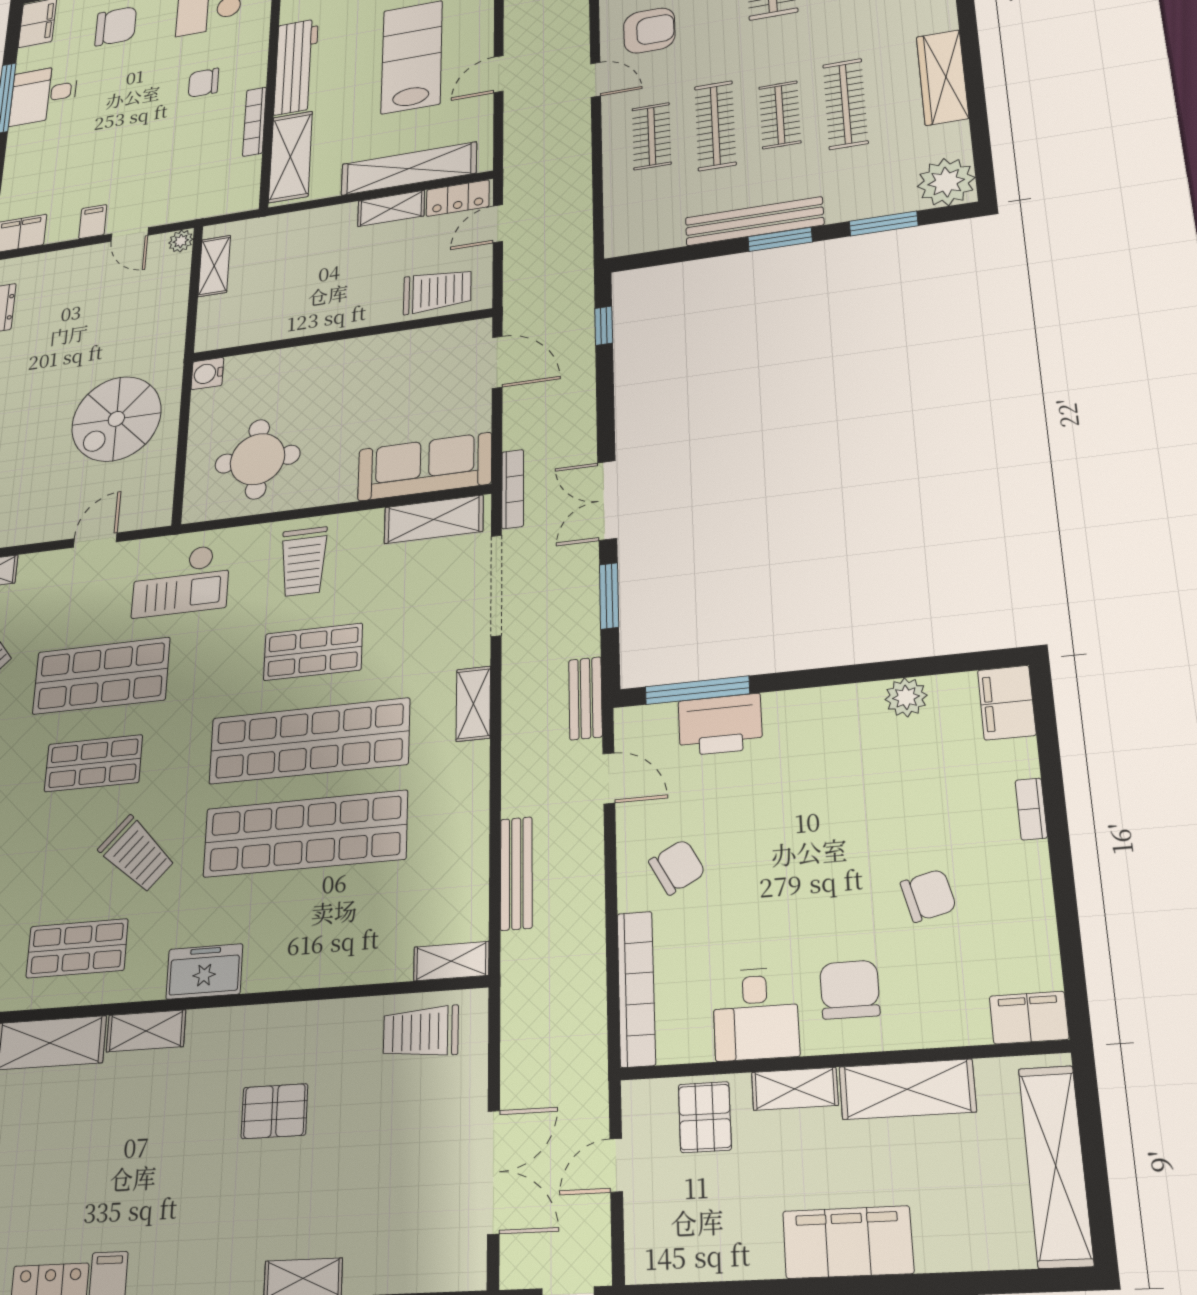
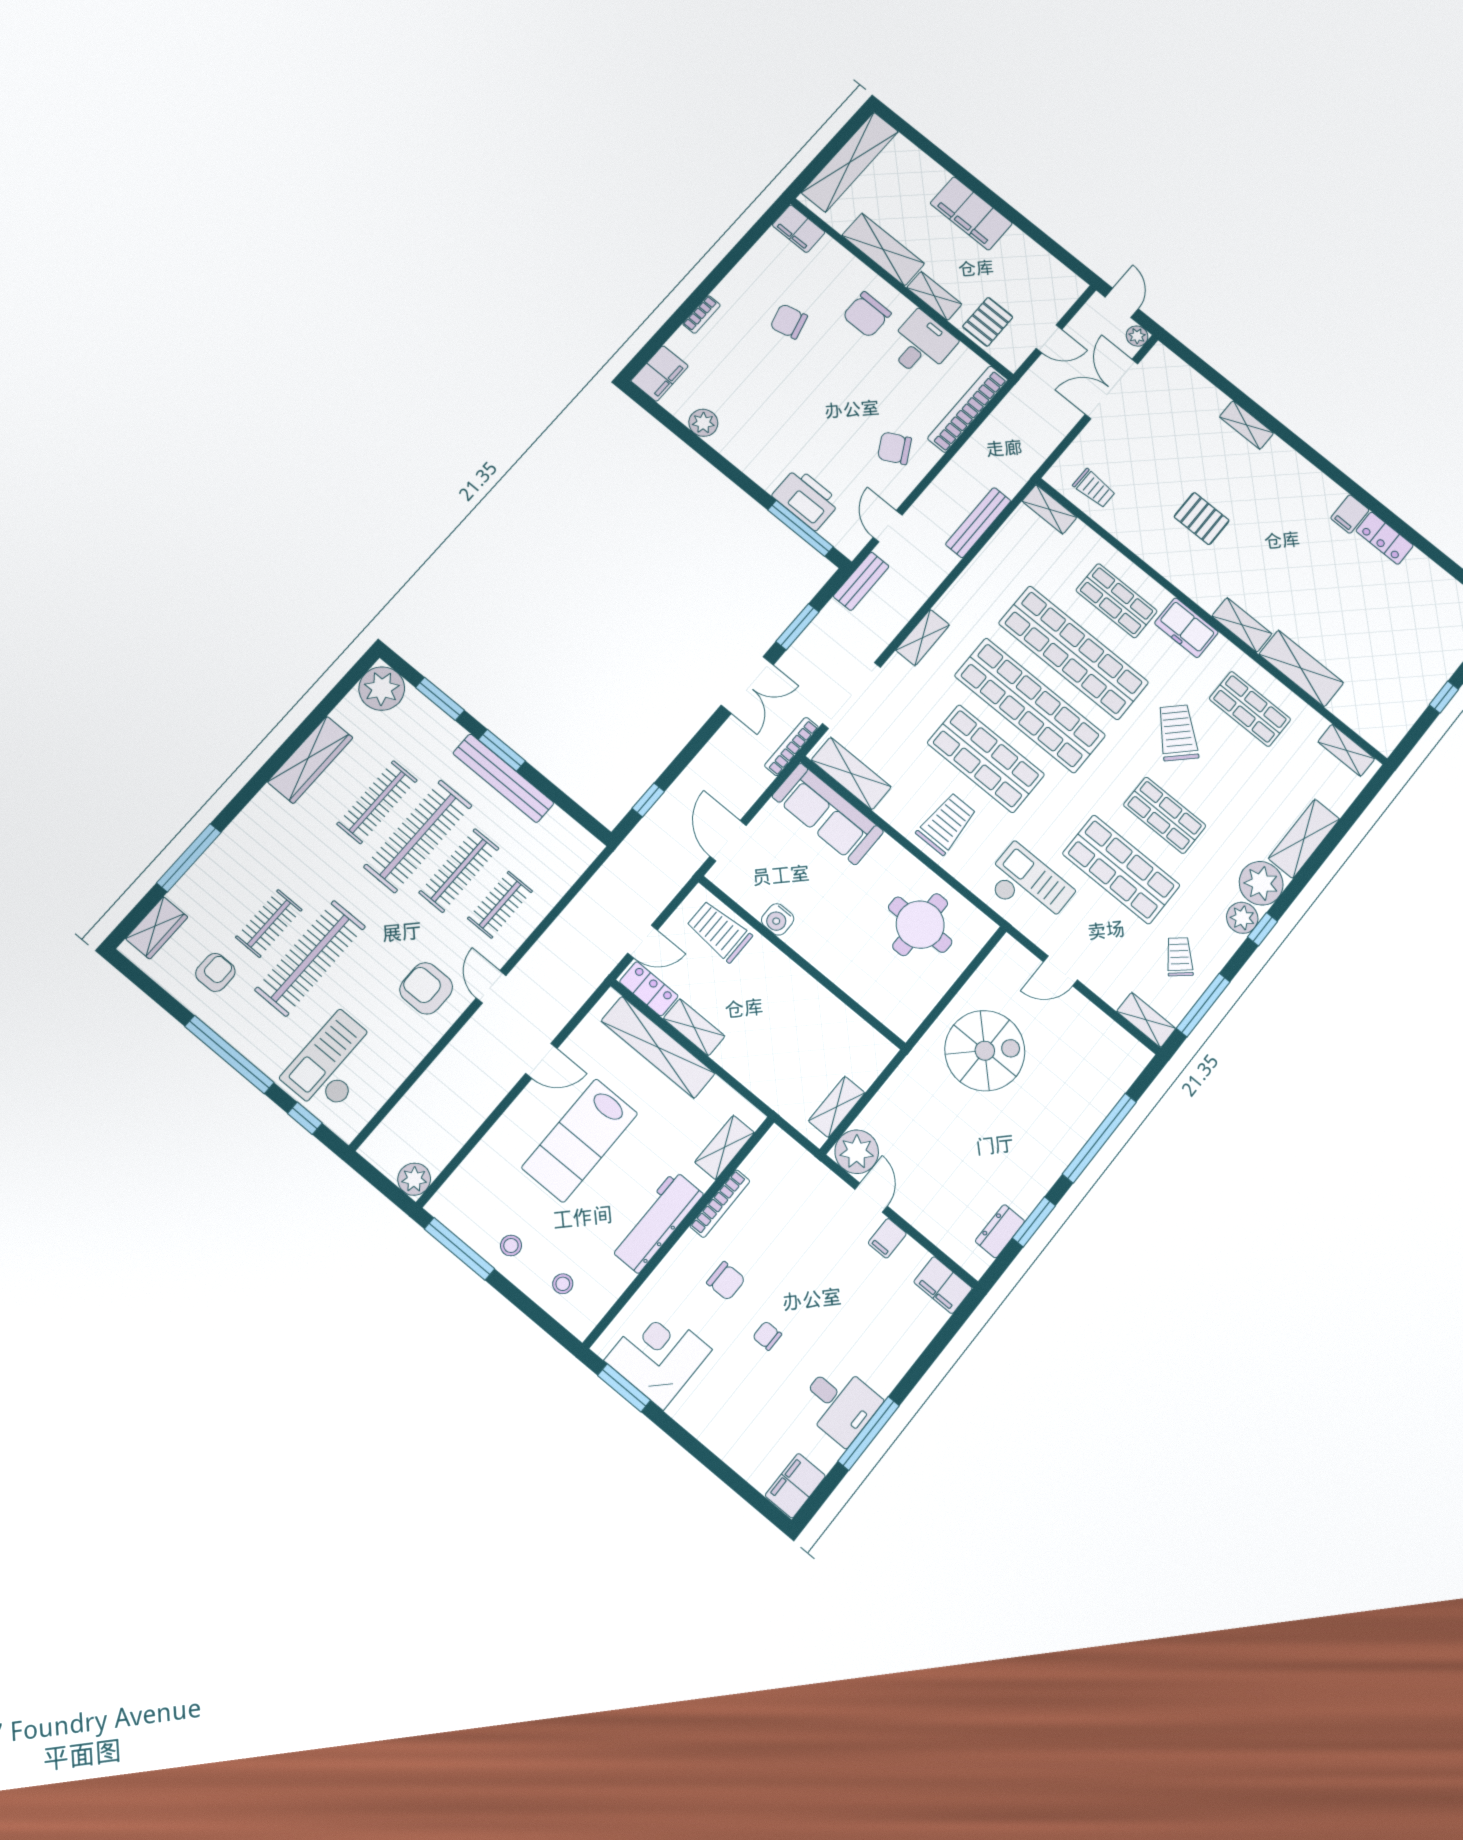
chair: (116, 26) -> (767, 1336), moved, width x0.54, depth x0.54
clothes rail: (780, 115) -> (418, 836), width x1.86, depth x1.31
shelving: (290, 157) -> (724, 1147), width x0.67, depth x0.75
plant: (181, 241) -> (857, 1152), width x1.87, depth x1.87
water cooler: (207, 374) -> (778, 919), moved, turned 90
shop shelf: (313, 652) -> (986, 759), width x1.43, depth x1.36
shop shelf: (301, 930) -> (1117, 601), added
trolley: (421, 1032) -> (1094, 488), width x0.73, depth x0.72
plant: (516, 1271) -> (1137, 336), added

